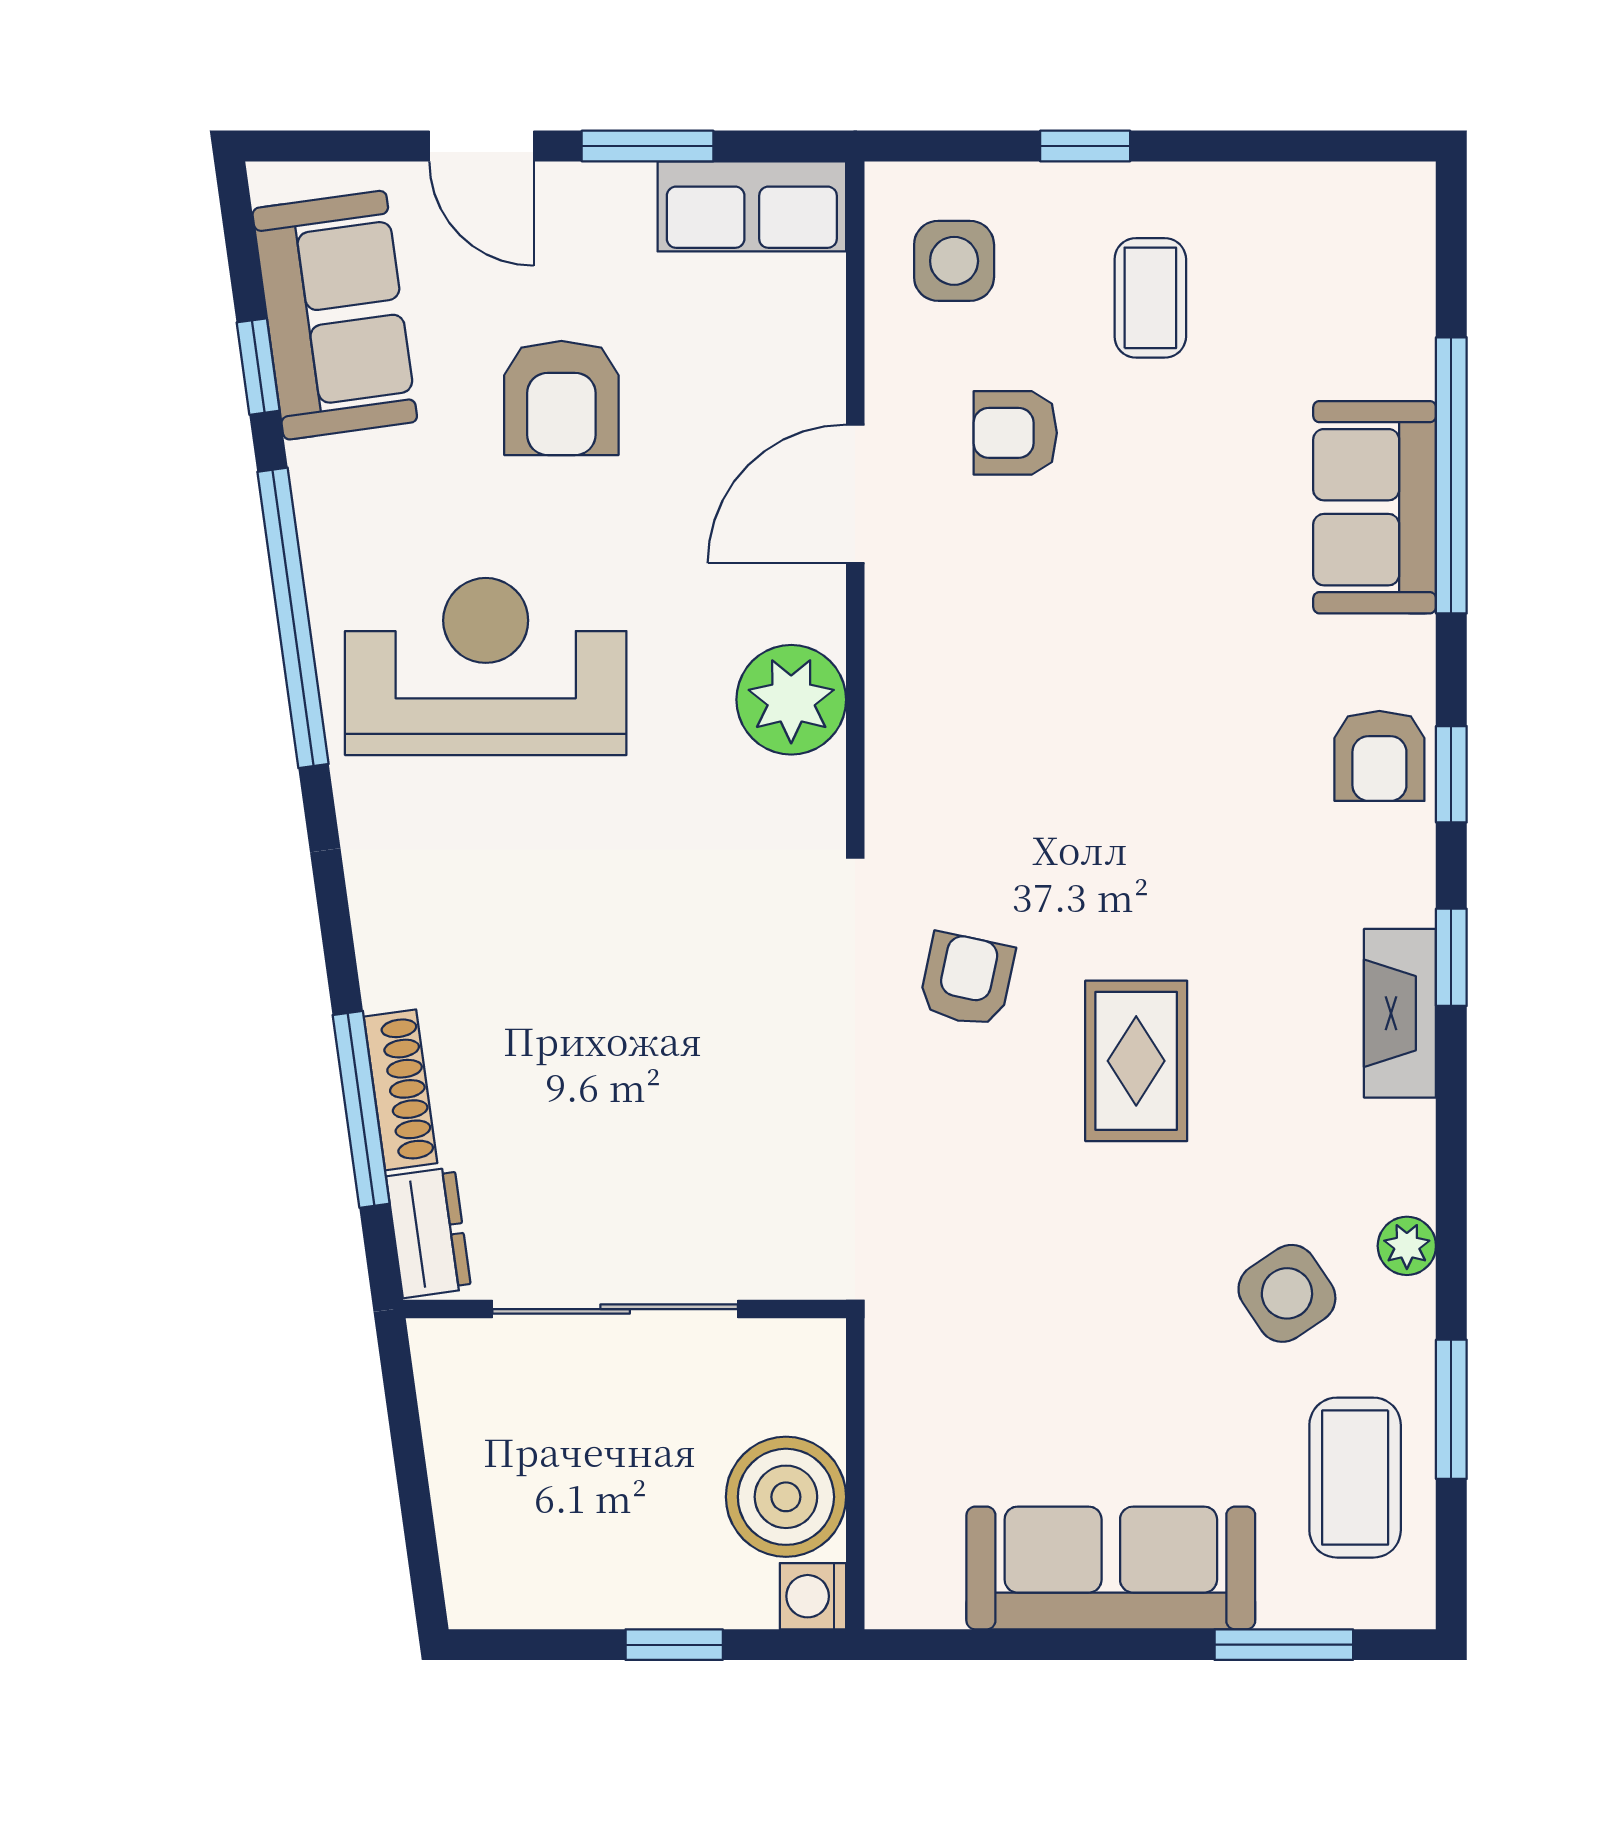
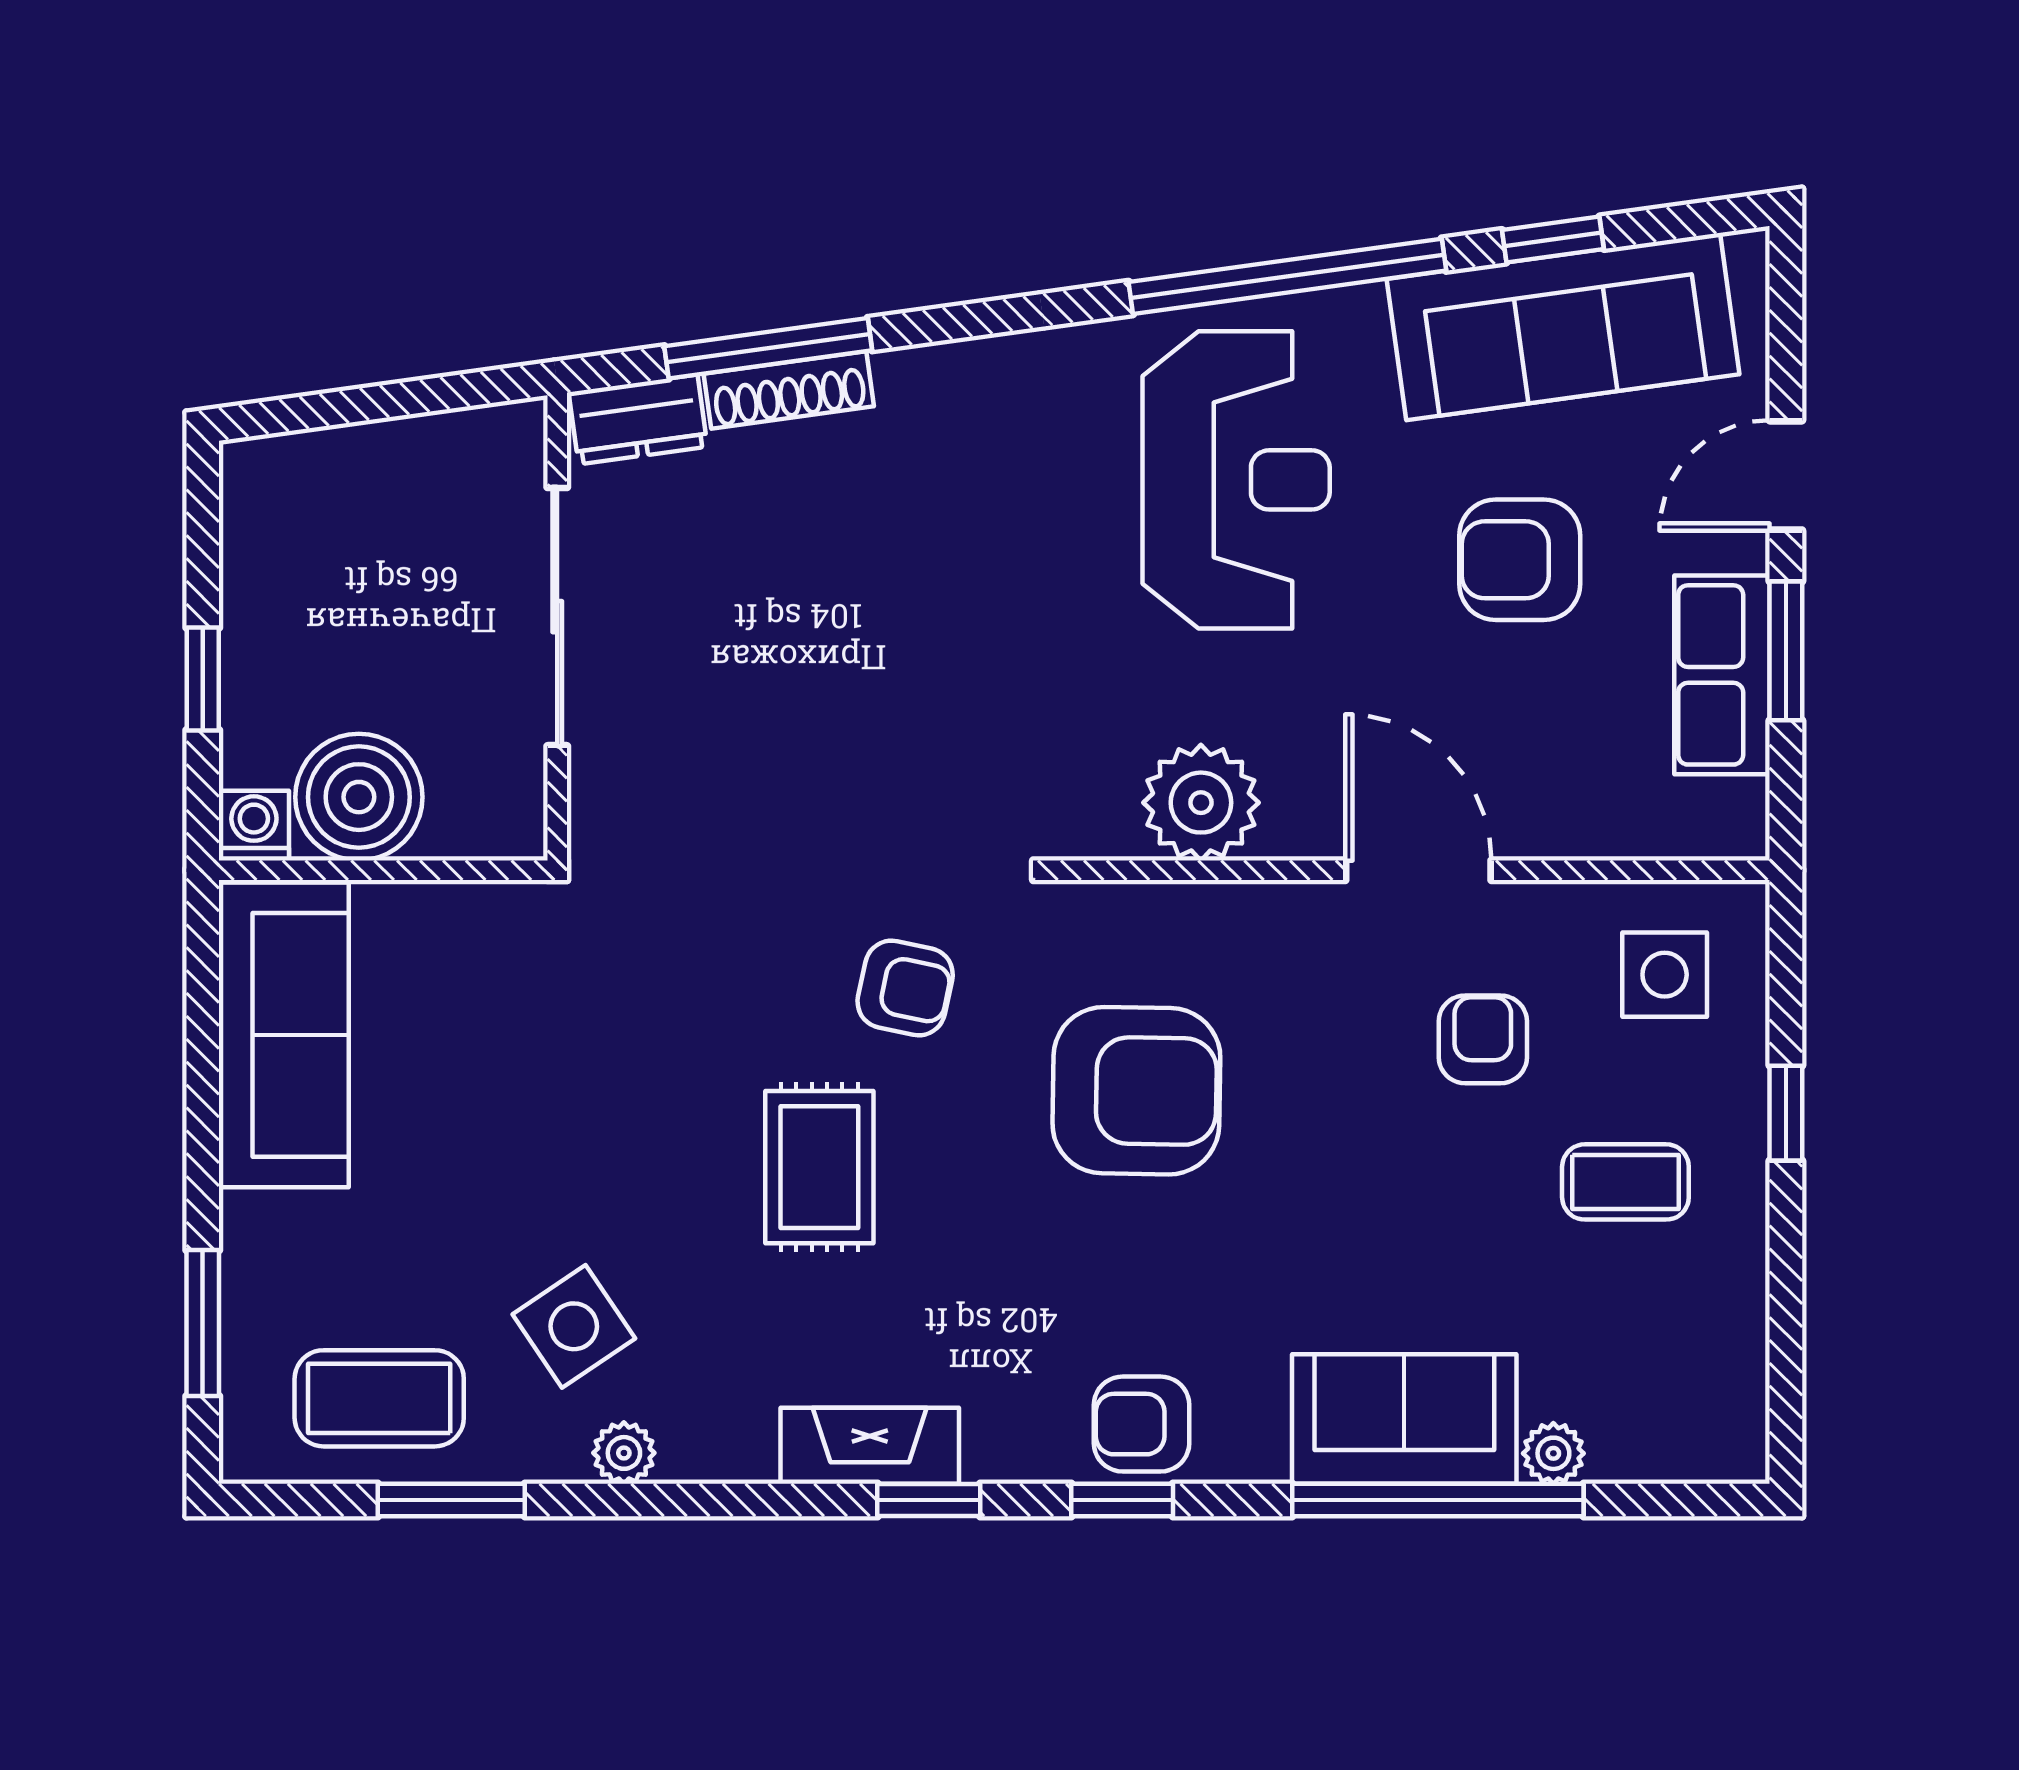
row of seats: (752, 206) -> (1722, 675), moved
sofa: (335, 315) -> (1563, 327), width x1.36
plant: (1407, 366) -> (1553, 1453), added
armchair: (1064, 761) -> (1136, 1091), added
rug: (1136, 1061) -> (819, 1167), turned 90
sofa: (1111, 1568) -> (284, 1035), moved

